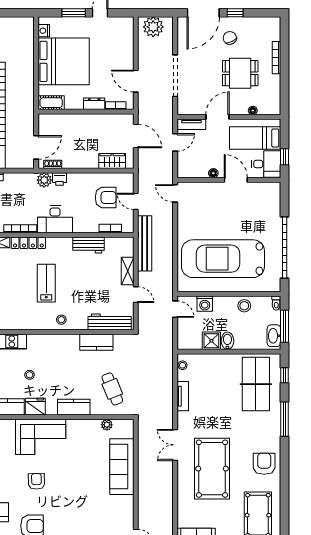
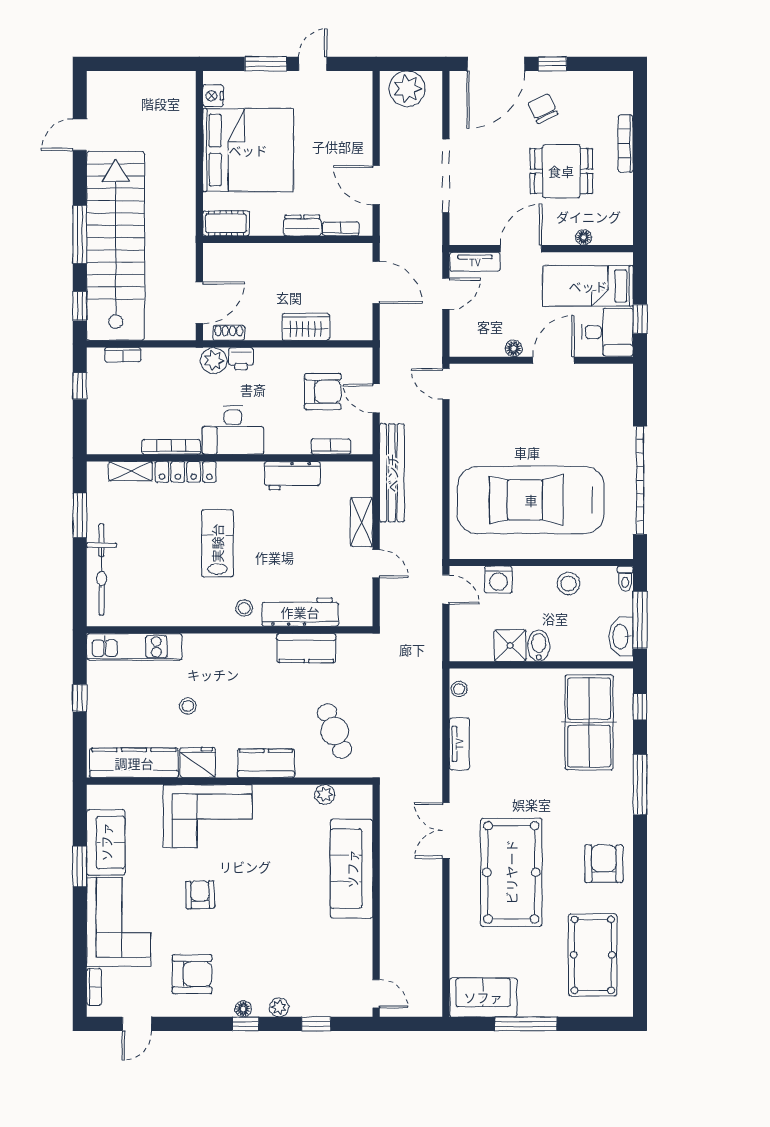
wardrobe: (112, 161) -> (306, 327), moved
door: (236, 180) -> (553, 360), hinge flipped
workbench: (110, 322) -> (300, 612), moved

